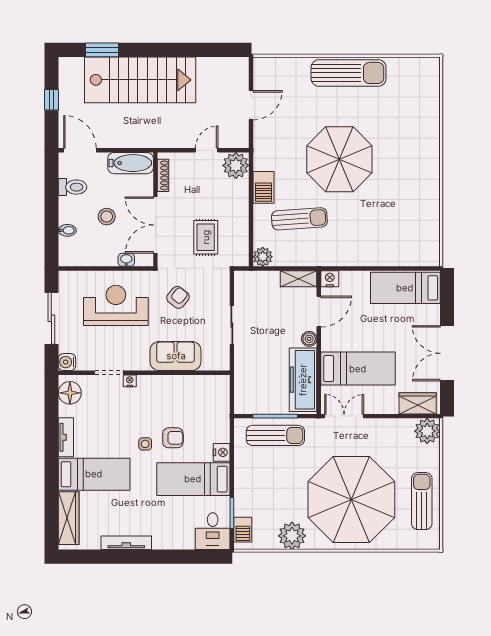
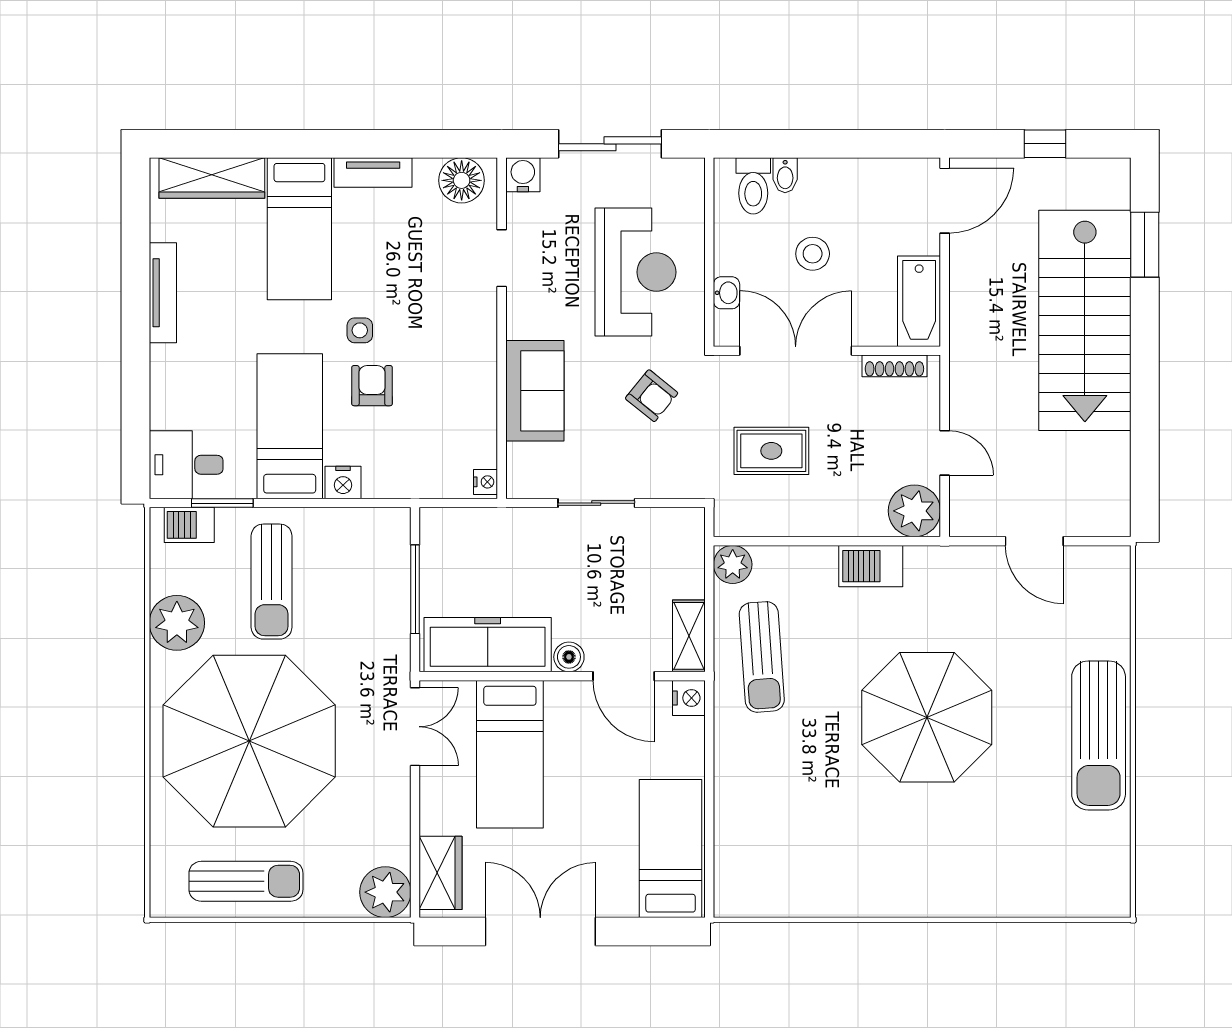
toilet: (73, 187) -> (753, 186), moved
sun lounger: (299, 219) -> (762, 657), moved
nightstand: (130, 381) -> (486, 482), moved
sun lounger: (275, 435) -> (272, 582), moved
armchair: (173, 438) -> (372, 386), turned 180

